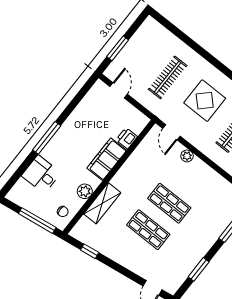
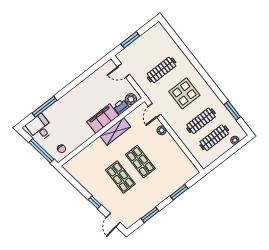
door: (119, 90) -> (124, 71), swing flipped
window: (47, 138) -> (45, 107), moved
desk: (41, 174) -> (40, 128), moved
plant: (85, 191) -> (131, 99), moved
shelving: (102, 203) -> (115, 131), moved
window: (90, 251) -> (95, 202), moved

